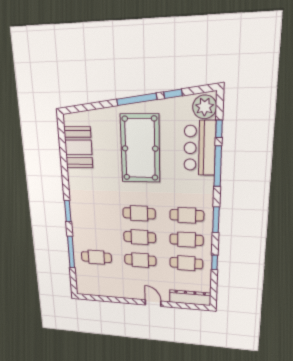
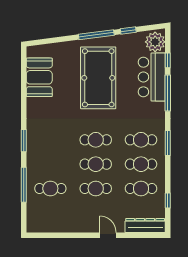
window: (215, 262) -> (168, 200), moved

